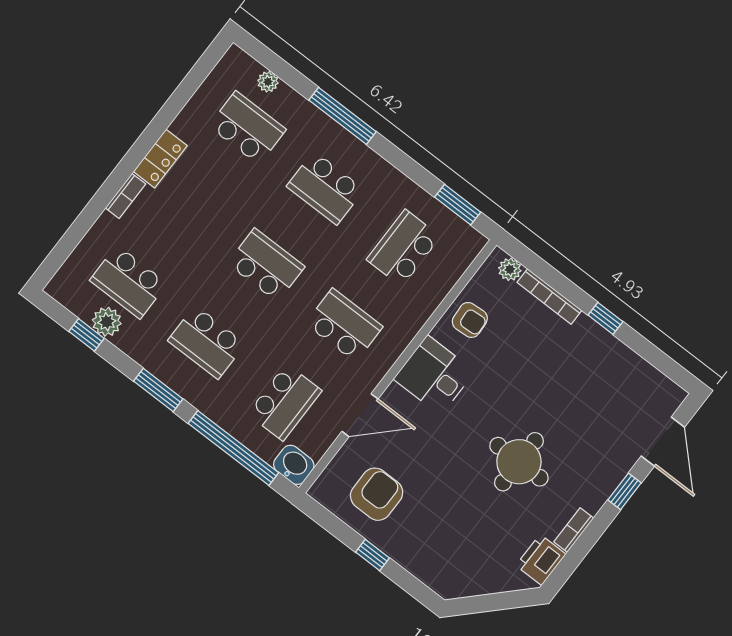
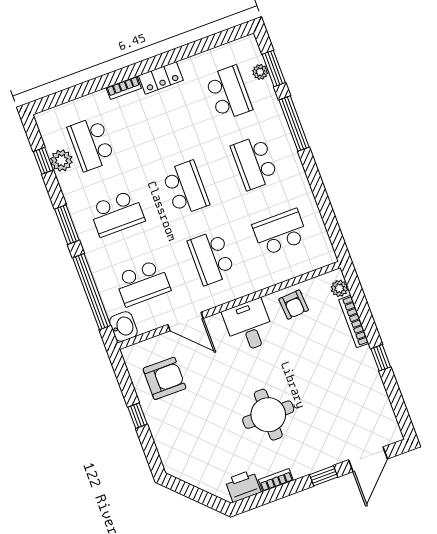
window: (458, 205) -> (274, 68), moved
school desk: (344, 325) -> (211, 258), turned 180
school desk: (207, 342) -> (117, 213), turned -90

